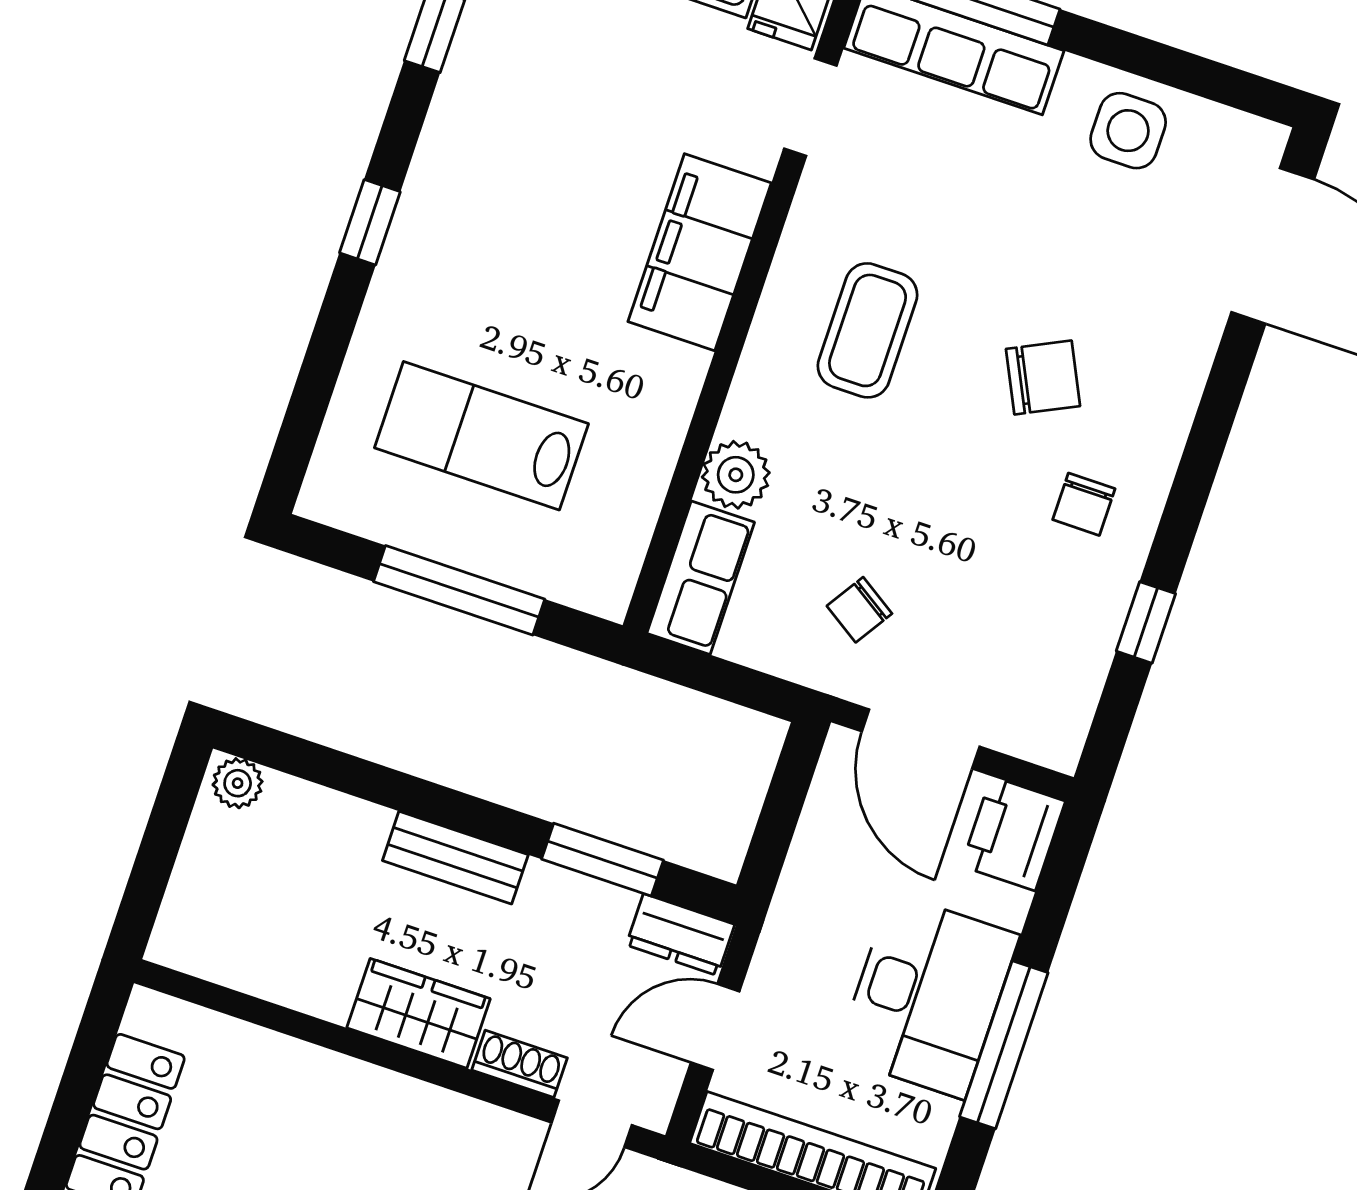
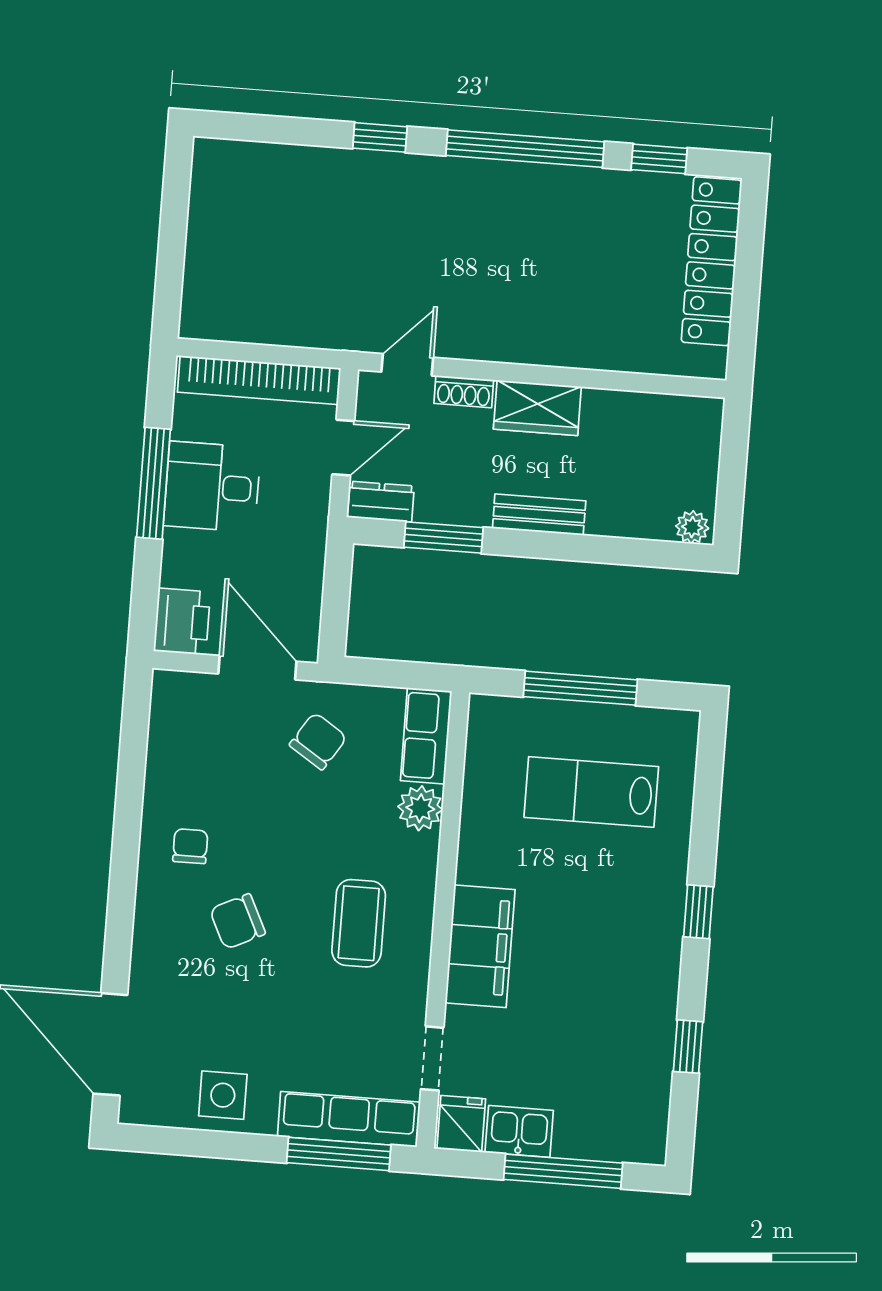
lab bench: (481, 436) -> (591, 792), turned 180
chair: (859, 610) -> (318, 741), width x1.37, depth x1.37
window: (1146, 622) -> (131, 780), removed
desk: (928, 996) -> (212, 487), width x0.73

